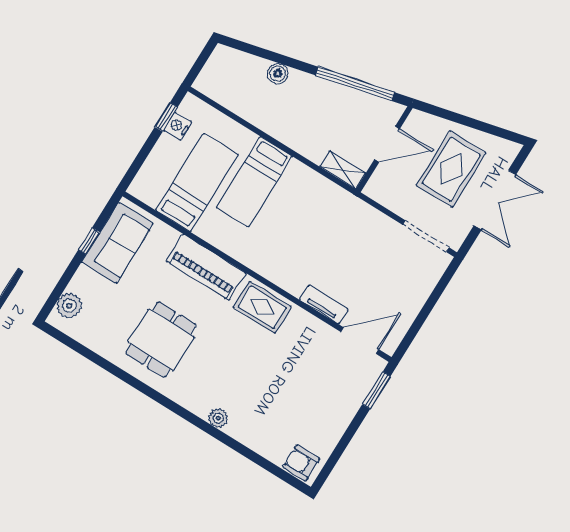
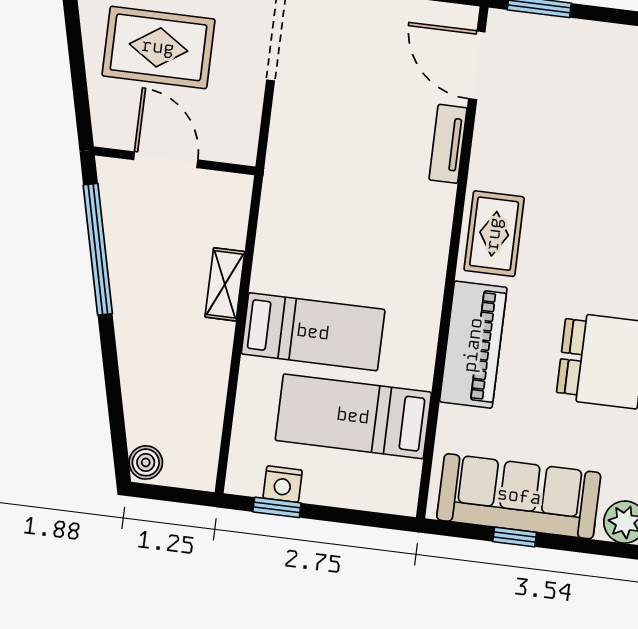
boiler: (278, 74) -> (146, 462), moved
shelving: (343, 170) -> (225, 284), moved
sofa: (117, 243) -> (519, 496), width x1.36

